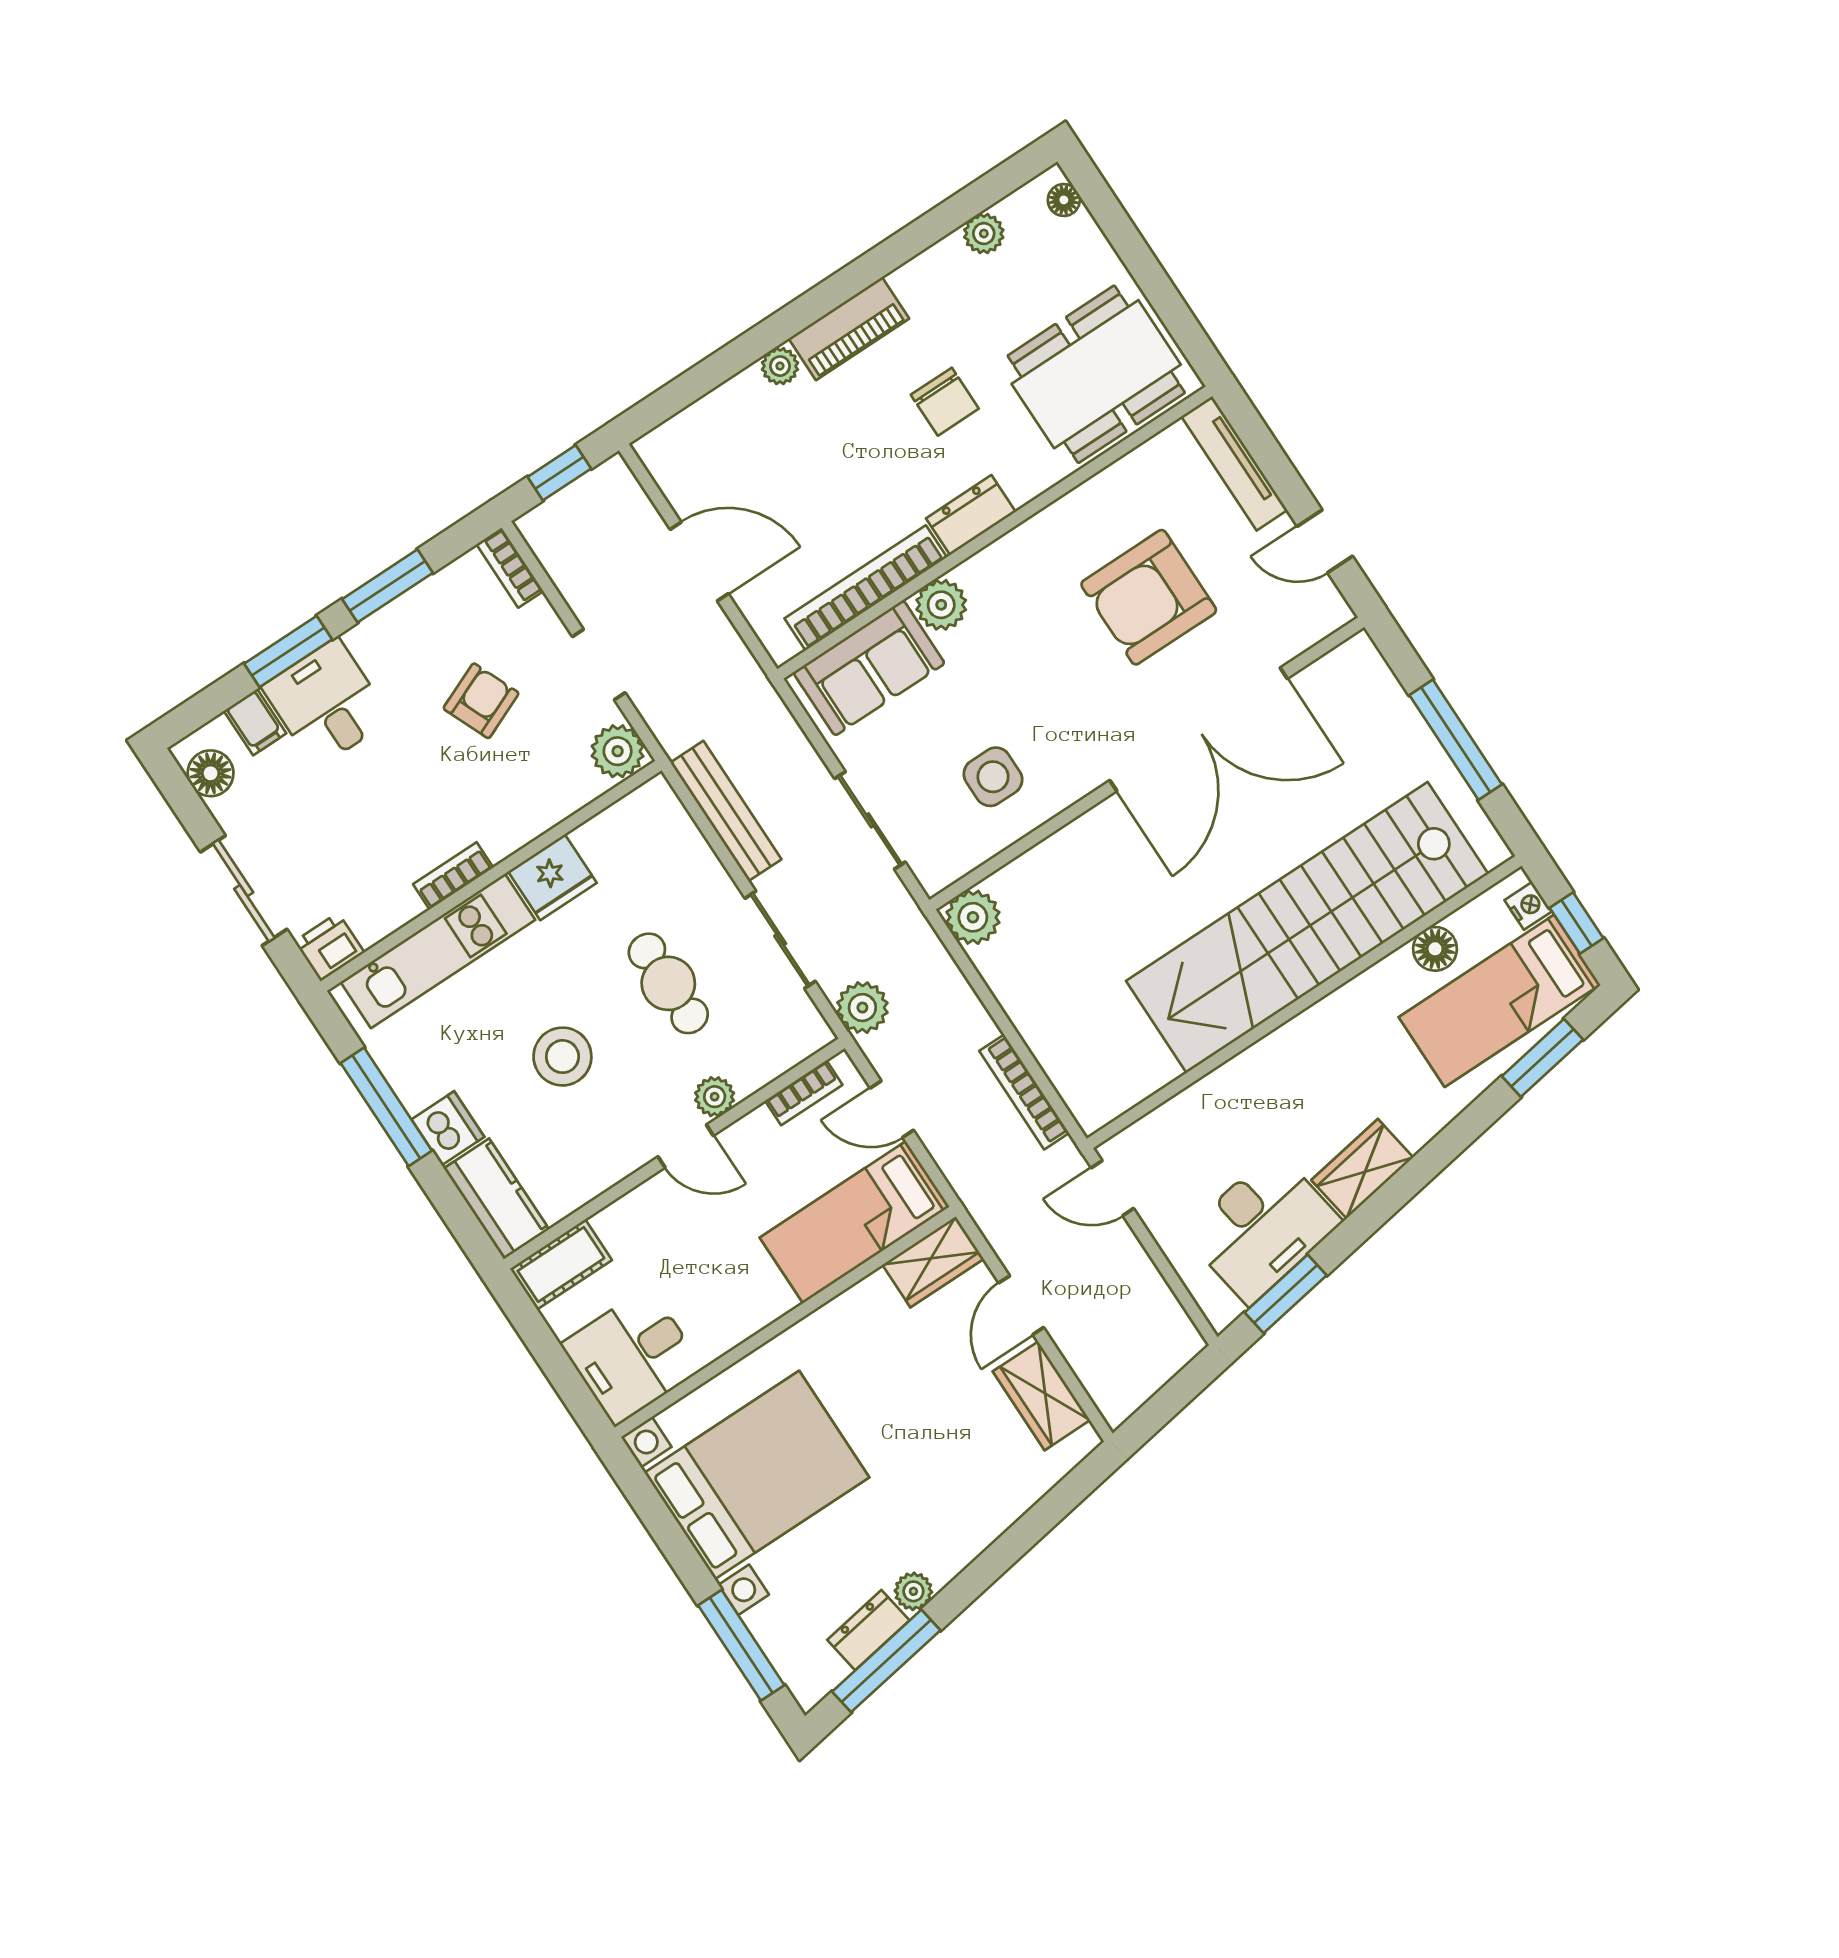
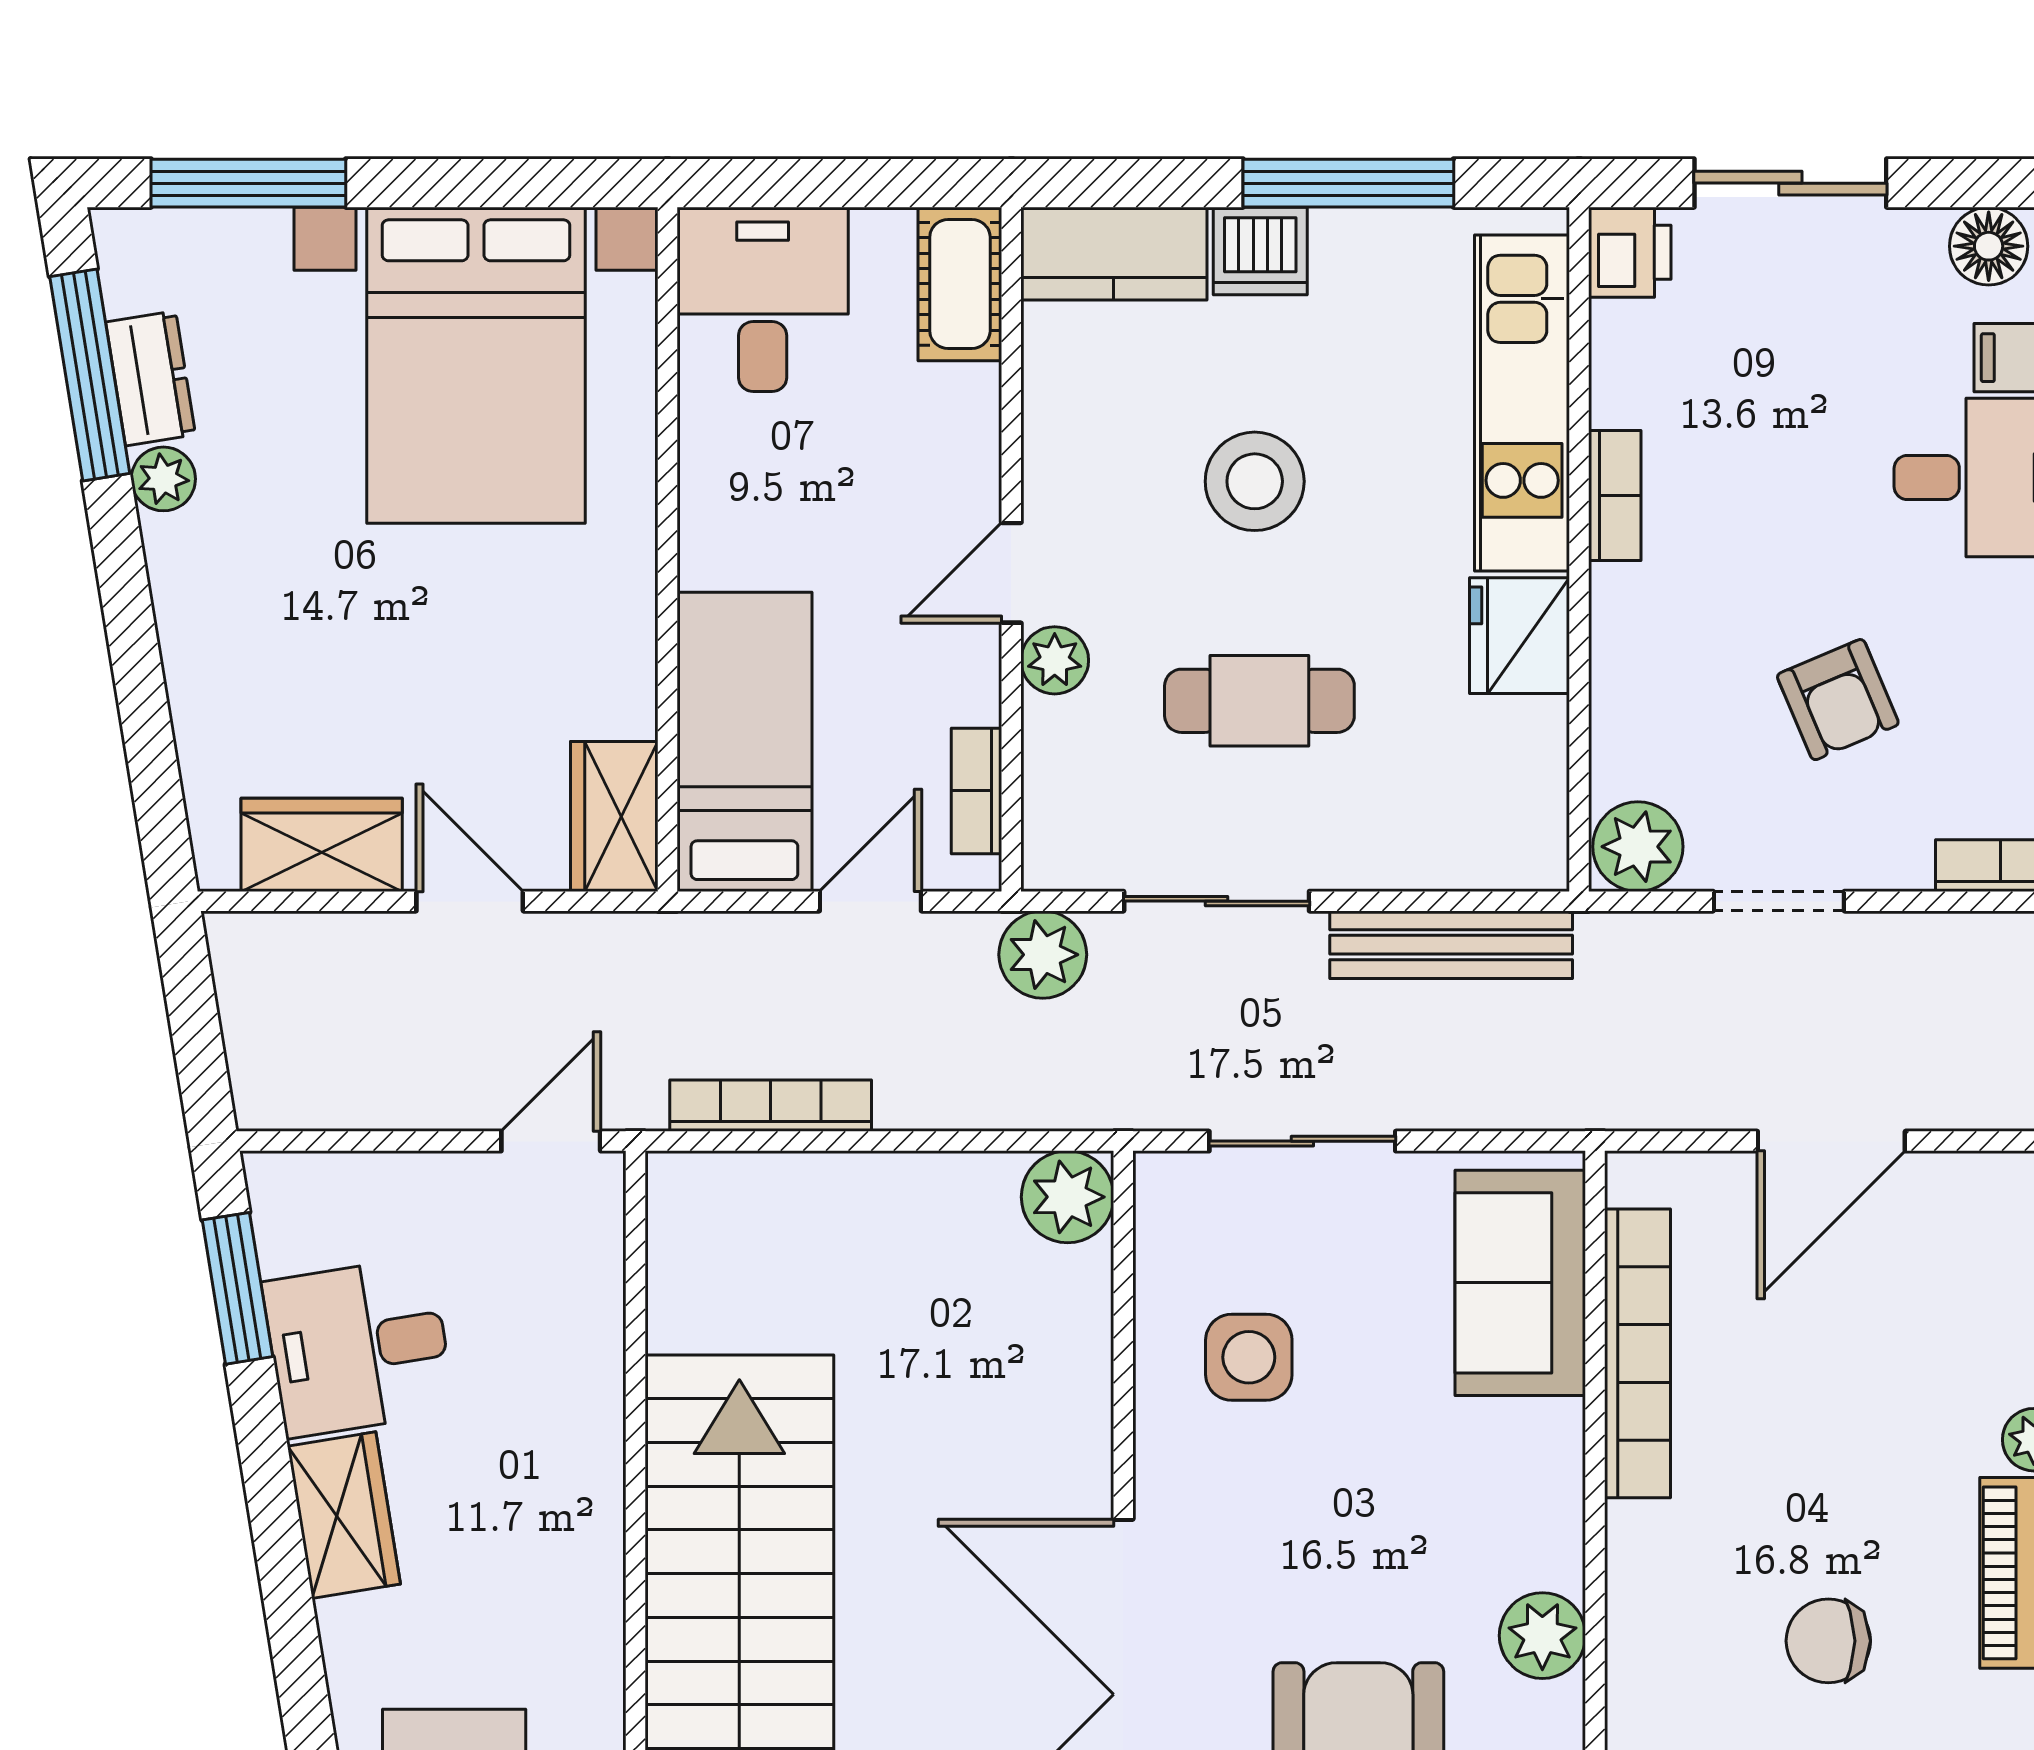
dresser: (971, 515) -> (1642, 1571), removed
plant: (941, 605) -> (1542, 1636), moved
desk: (1262, 1228) -> (359, 1347), width x0.73

